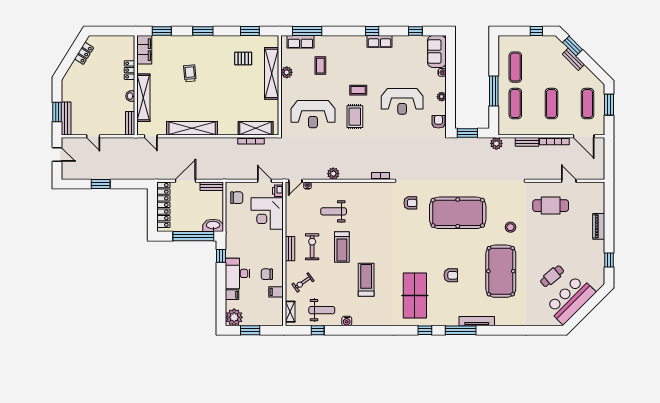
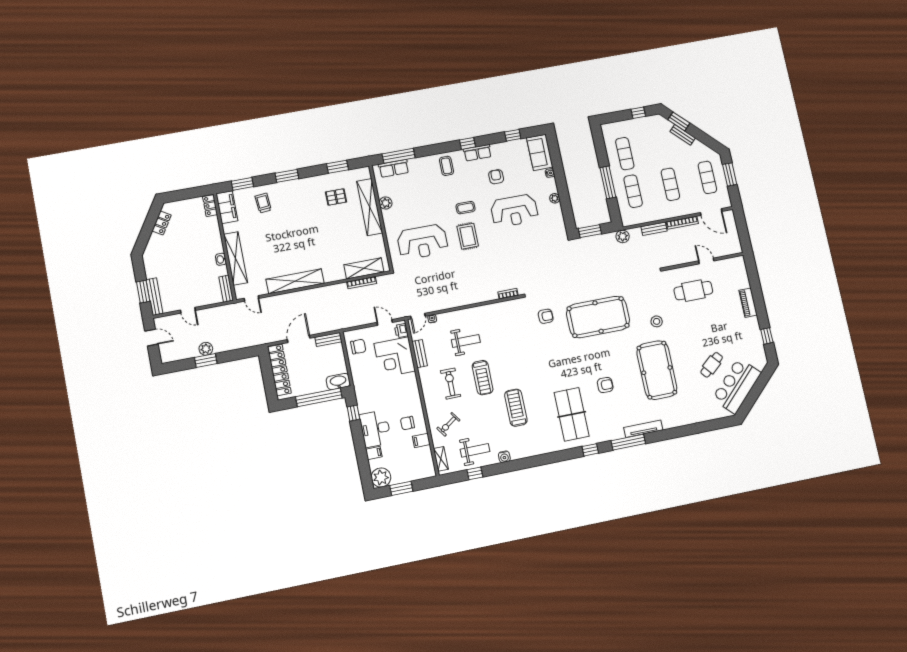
coffee table: (320, 66) -> (446, 166), moved
locker: (130, 70) -> (210, 206), moved
trolley: (190, 73) -> (263, 203), moved
armchair: (438, 122) -> (496, 177), moved
plant: (333, 174) -> (206, 349), moved
weight bench: (334, 211) -> (466, 341), turned 180
bench: (290, 249) -> (420, 354), moved

